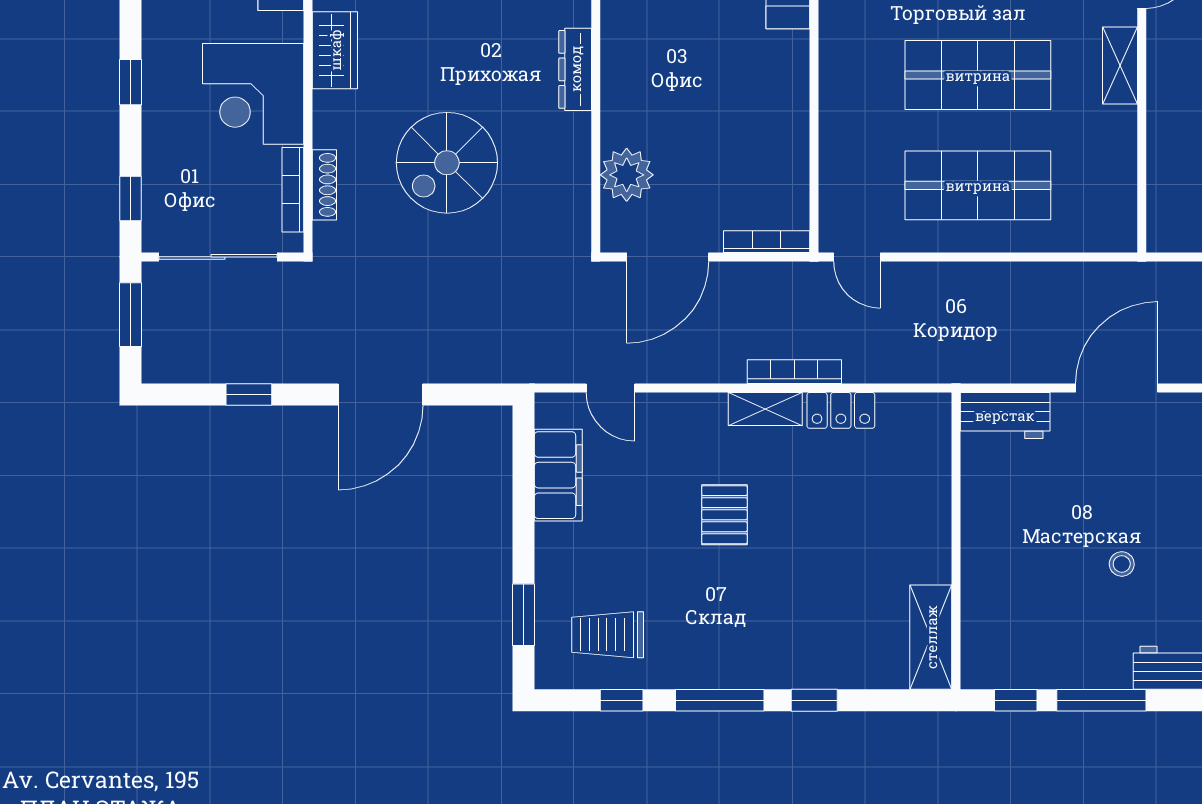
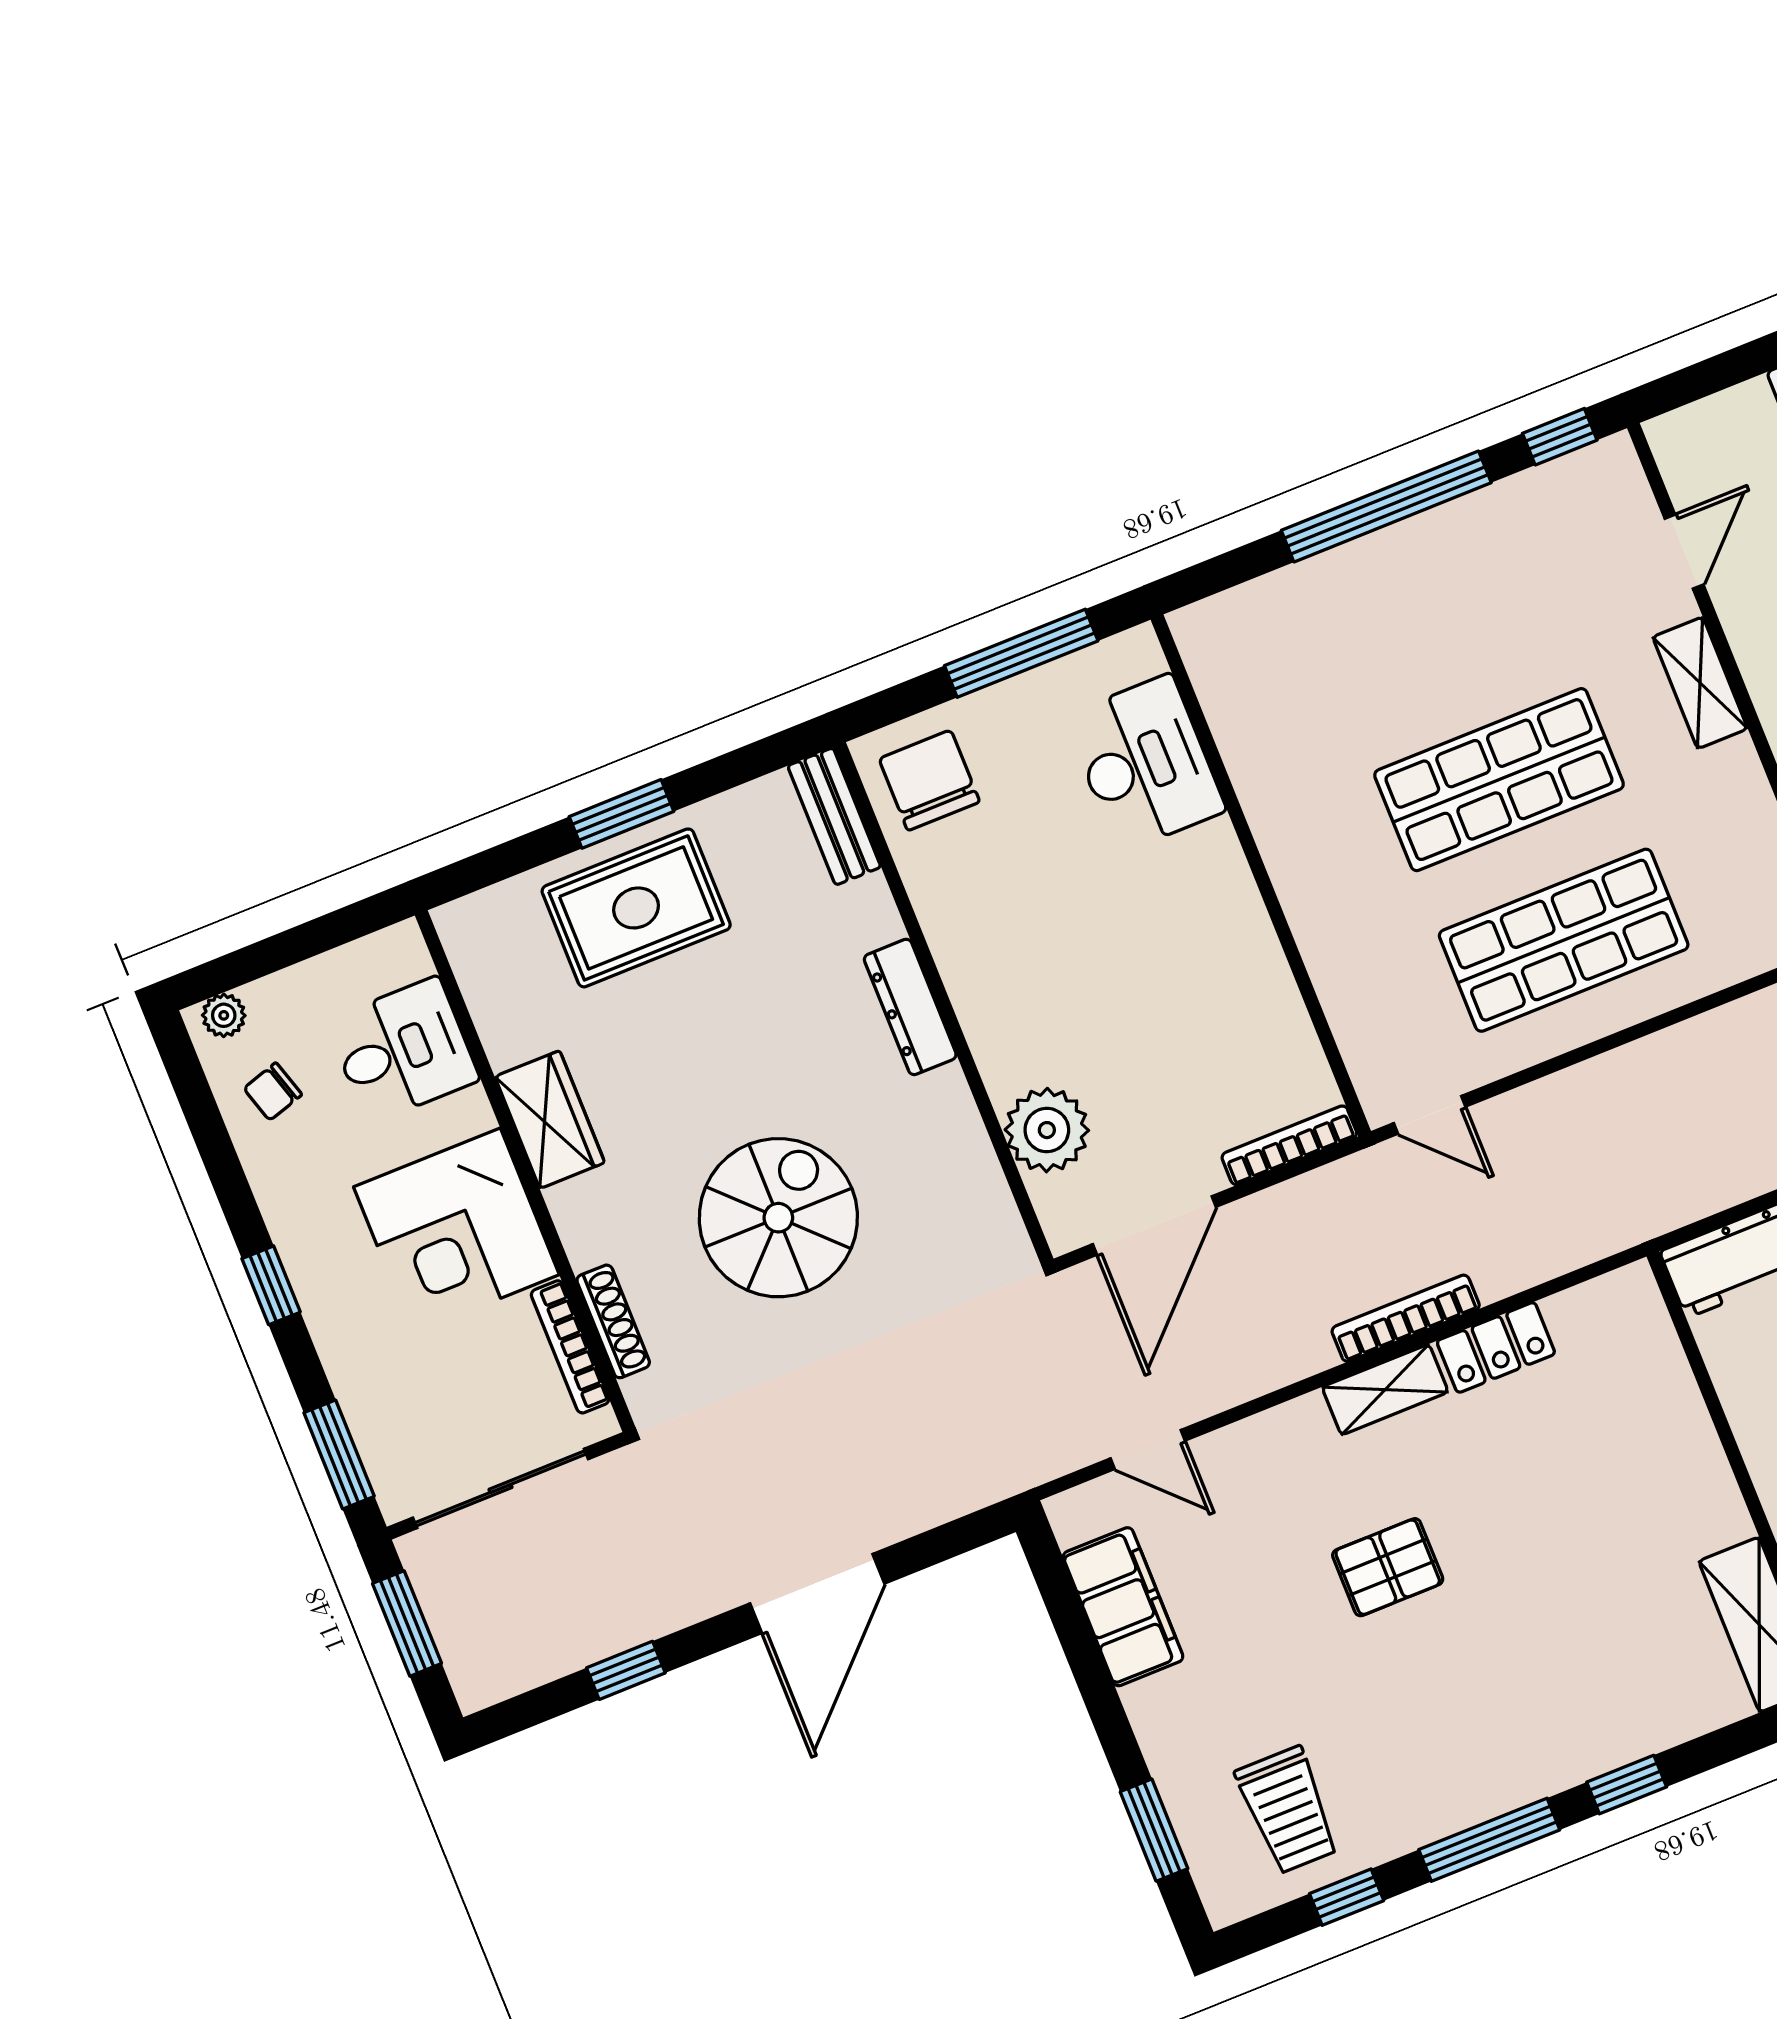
spiral stairs: (447, 163) -> (778, 1218), turned 180
window: (130, 198) -> (339, 1454), width x1.50
pallet: (724, 515) -> (1388, 1567), turned 90
trolley: (608, 635) -> (1288, 1810), turned -90

